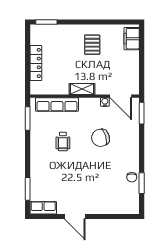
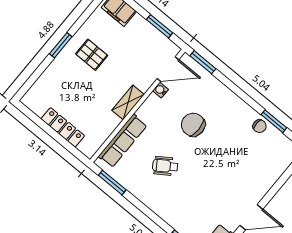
window: (46, 22) -> (61, 45), moved
window: (142, 70) -> (160, 26), added
chair: (100, 138) -> (193, 125), turned 106
wheelchair: (63, 141) -> (165, 166), turned 146

